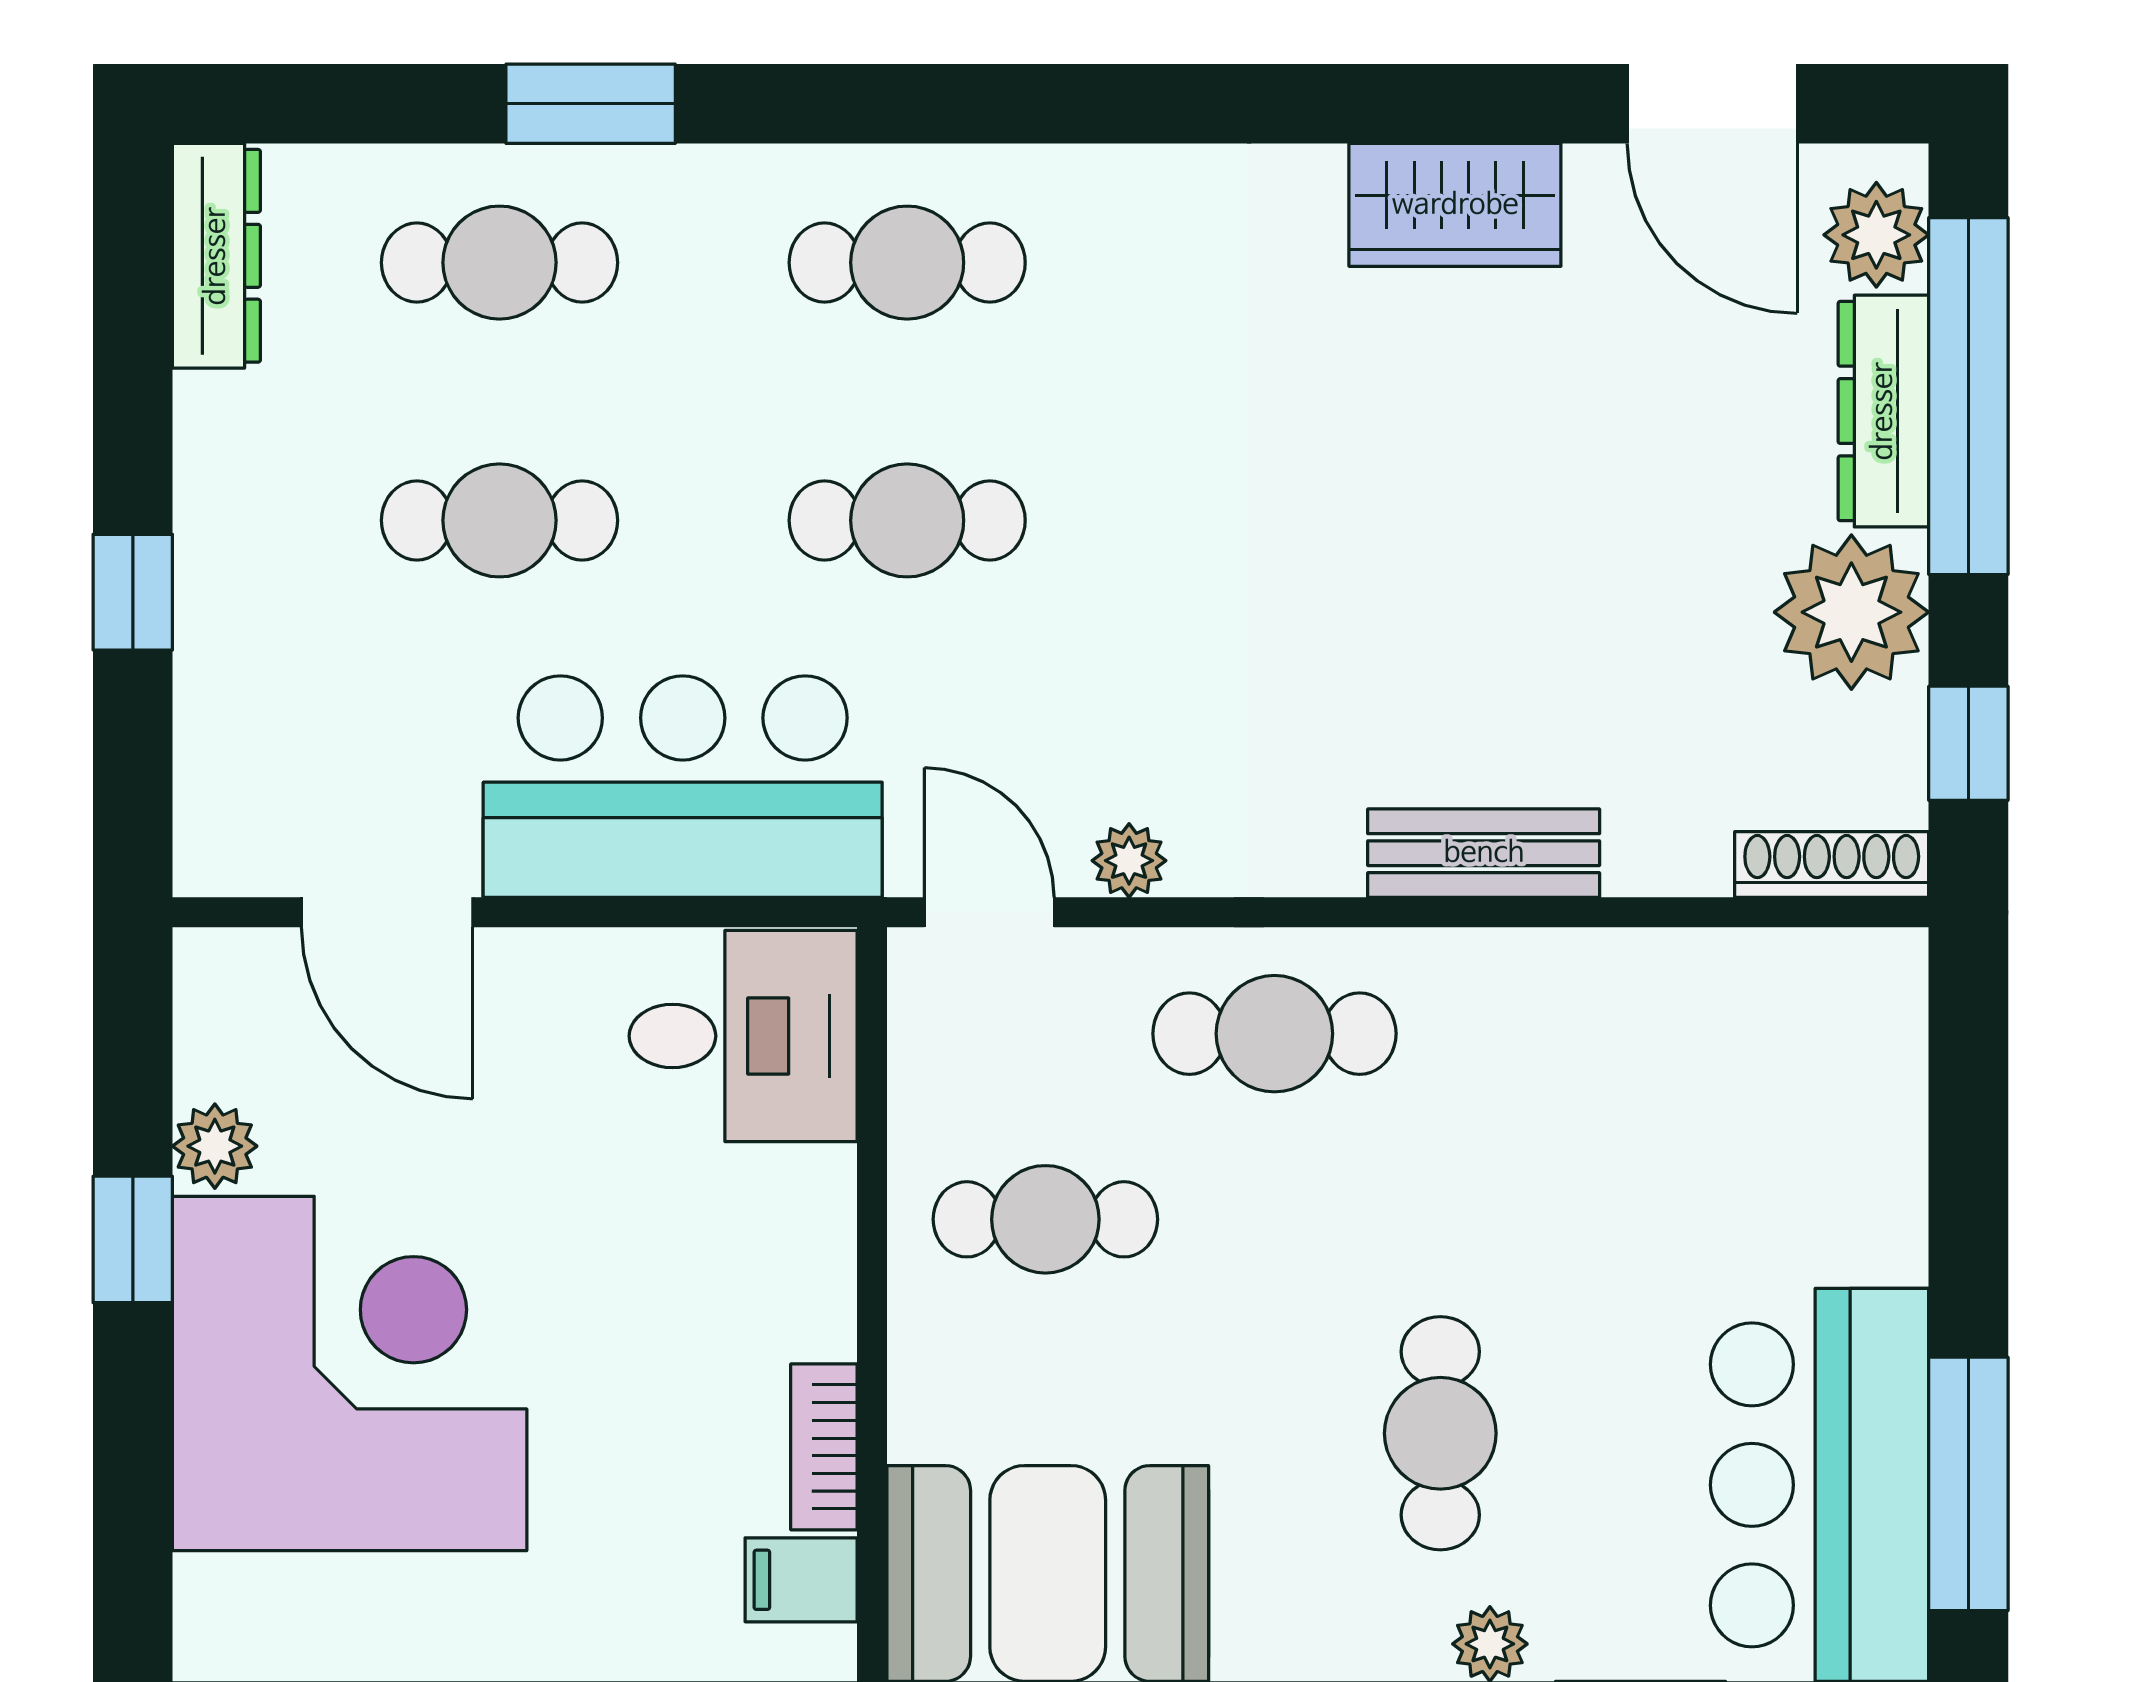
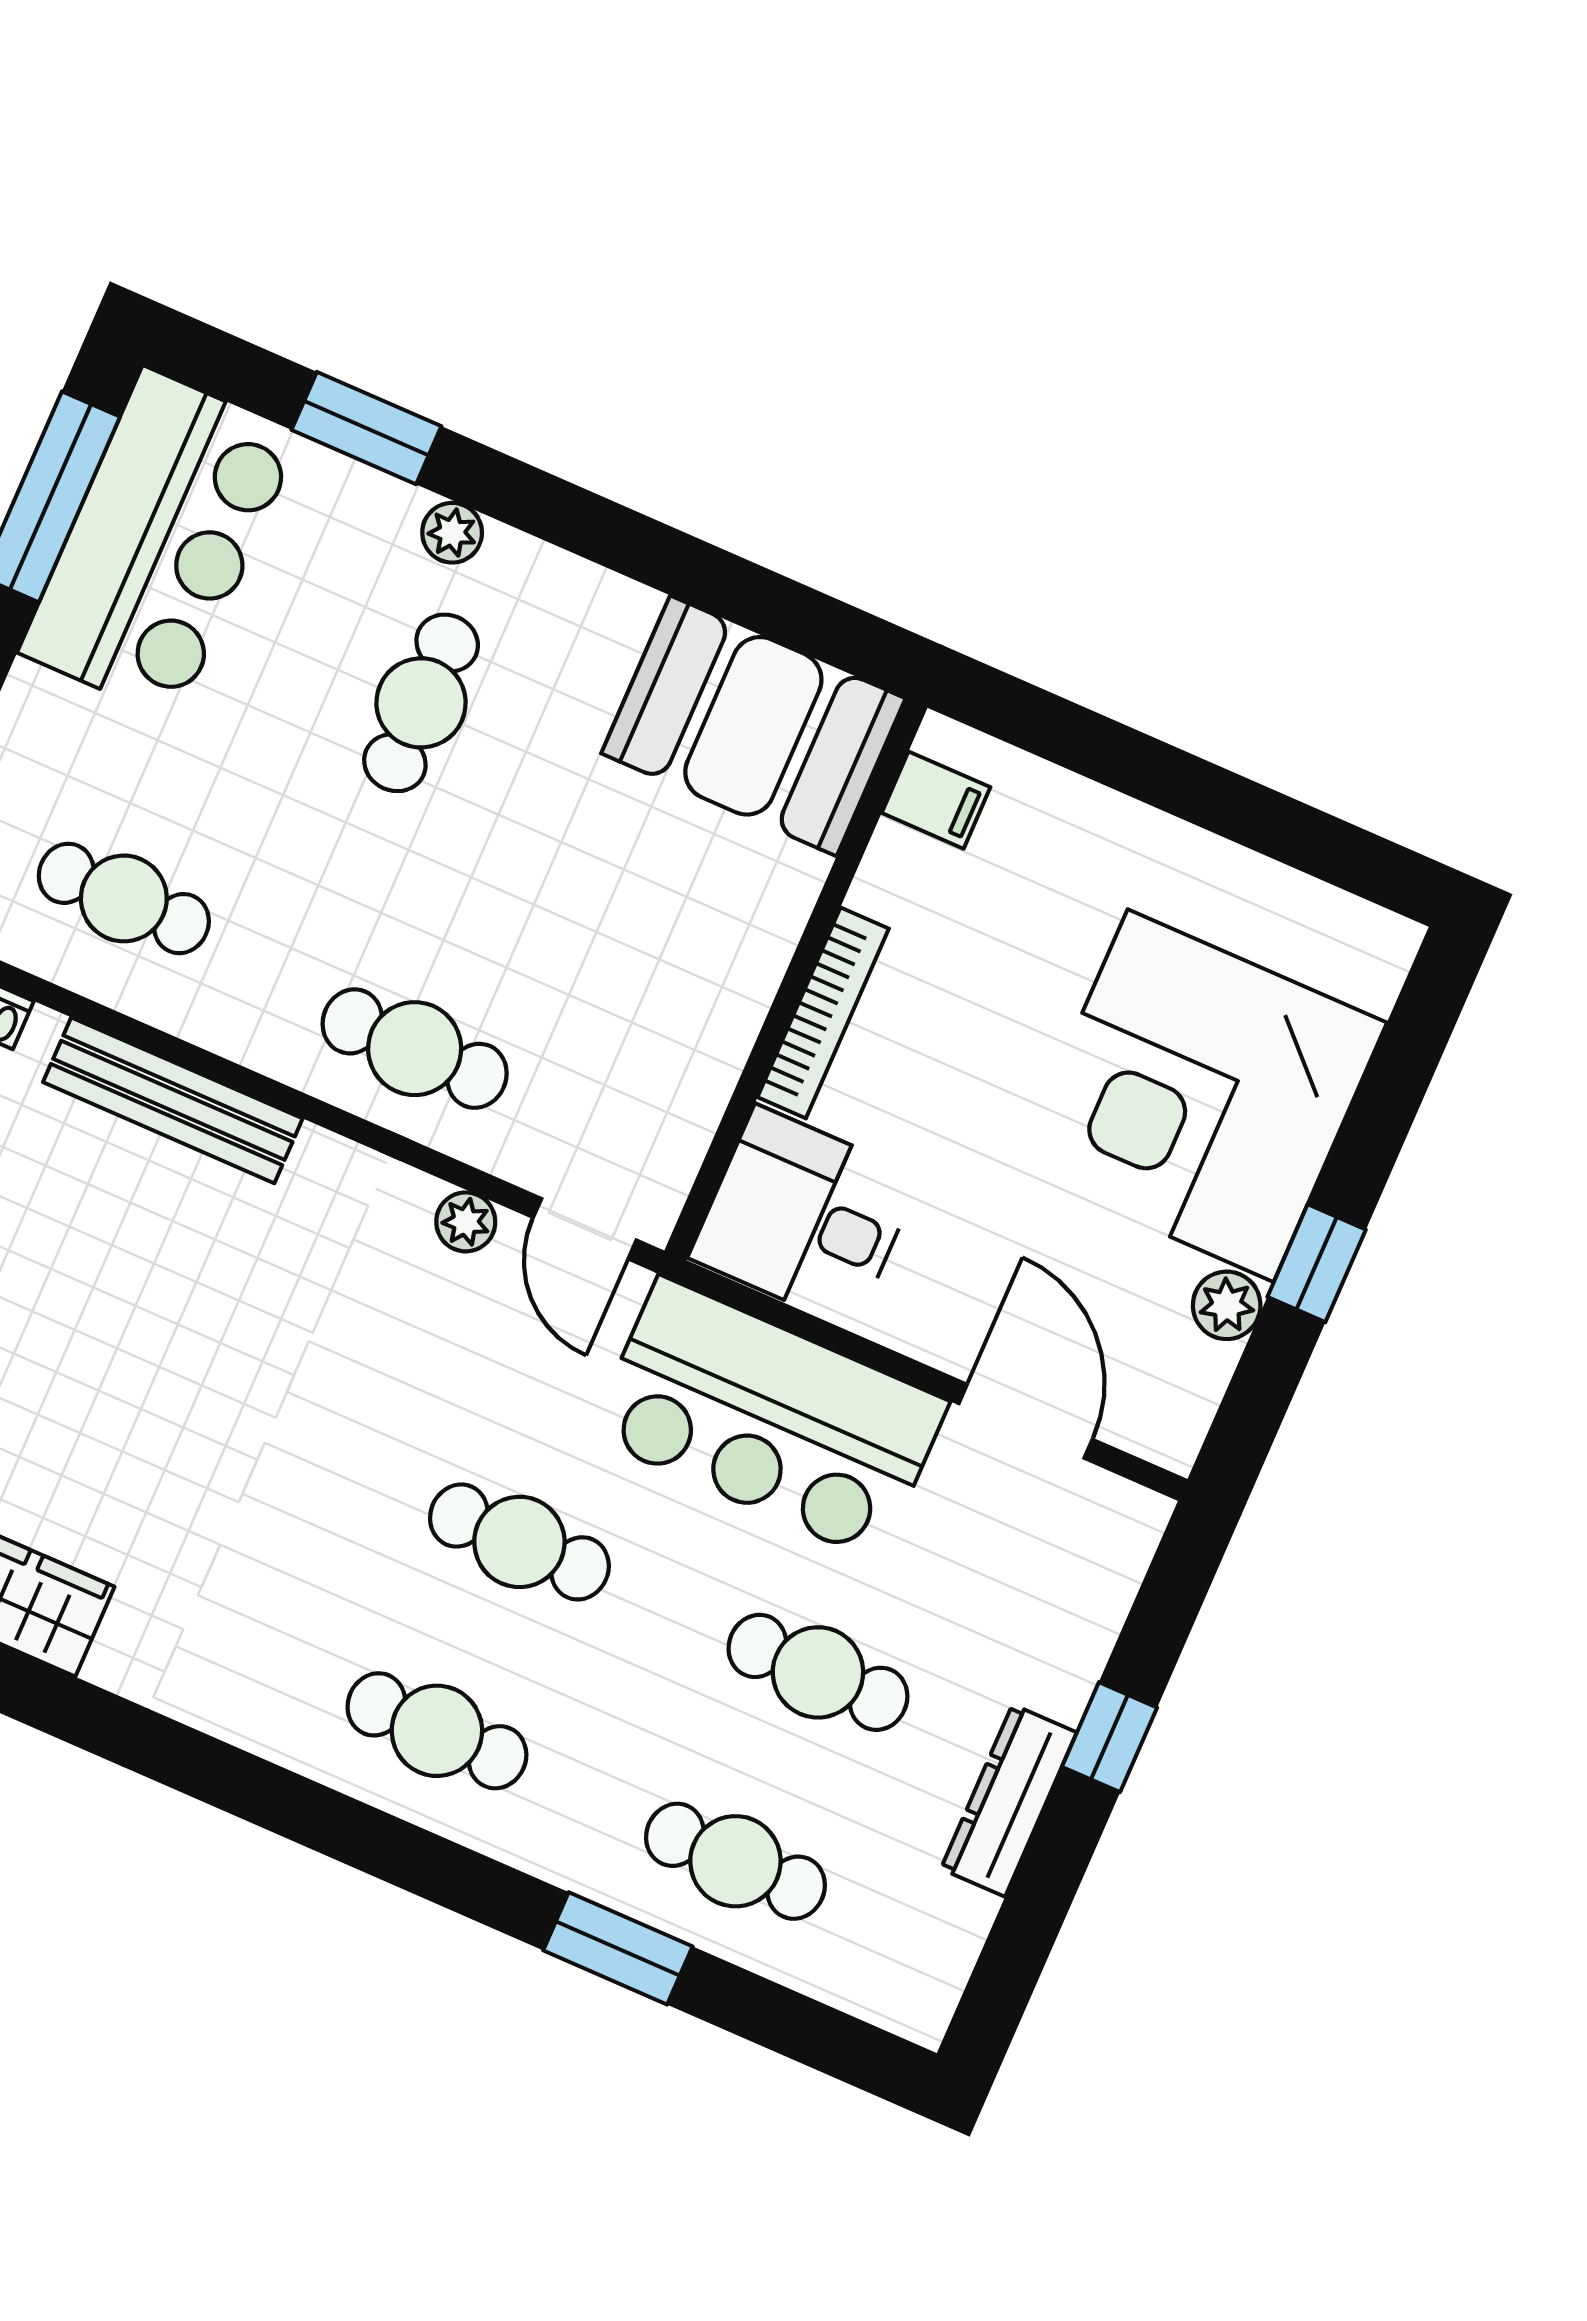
dresser: (216, 256) -> (1009, 1801), moved
bench: (1484, 853) -> (173, 1100), width x1.36
cafe table: (1045, 1219) -> (124, 898), moved
bookcase: (824, 1447) -> (823, 1013), moved, width x1.56

